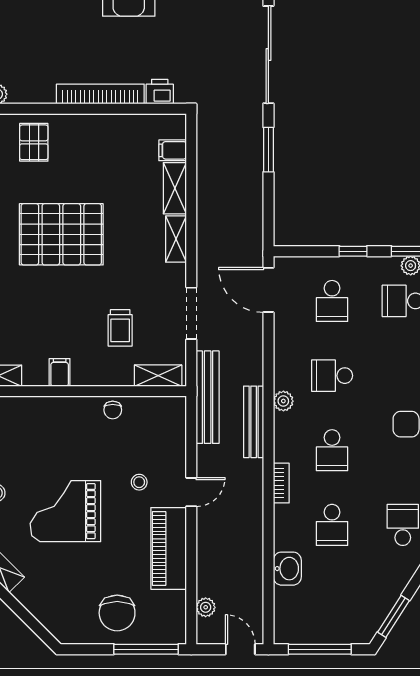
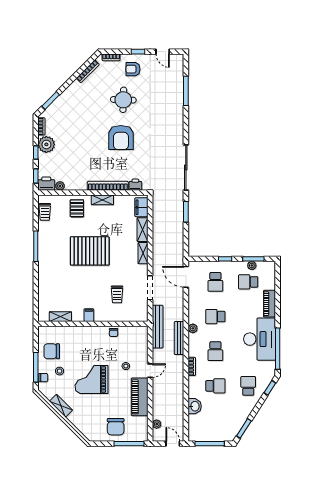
filing cabinet: (173, 150) -> (141, 207), width x2.00
shelving: (158, 376) -> (102, 200), moved
school desk: (332, 525) -> (215, 386), turned -90

